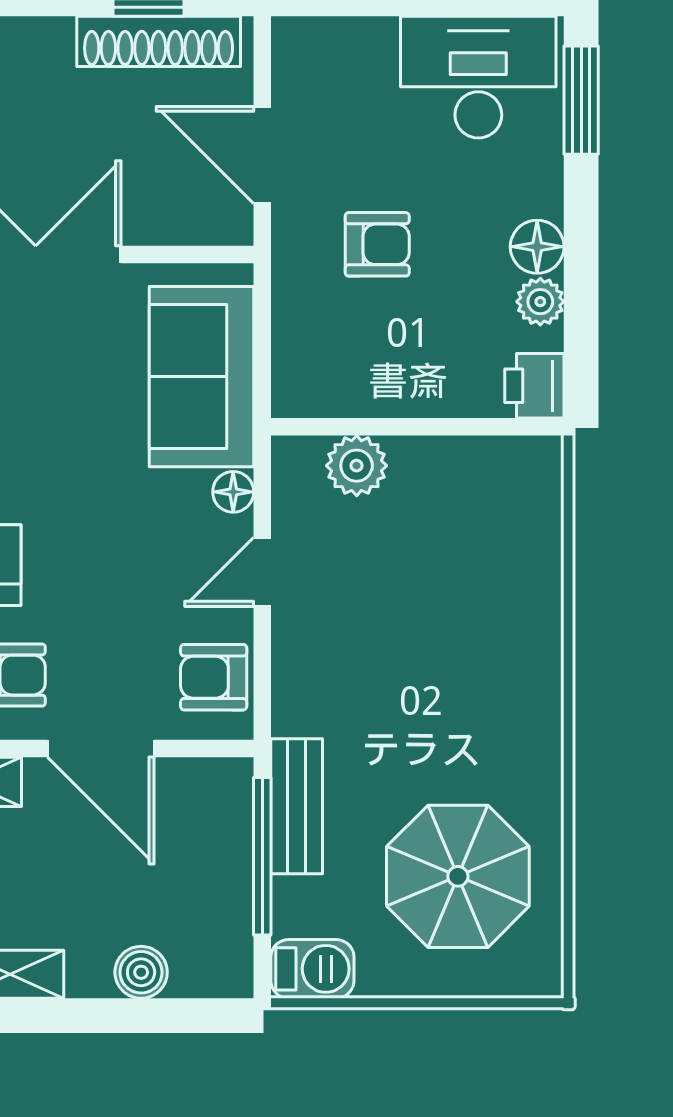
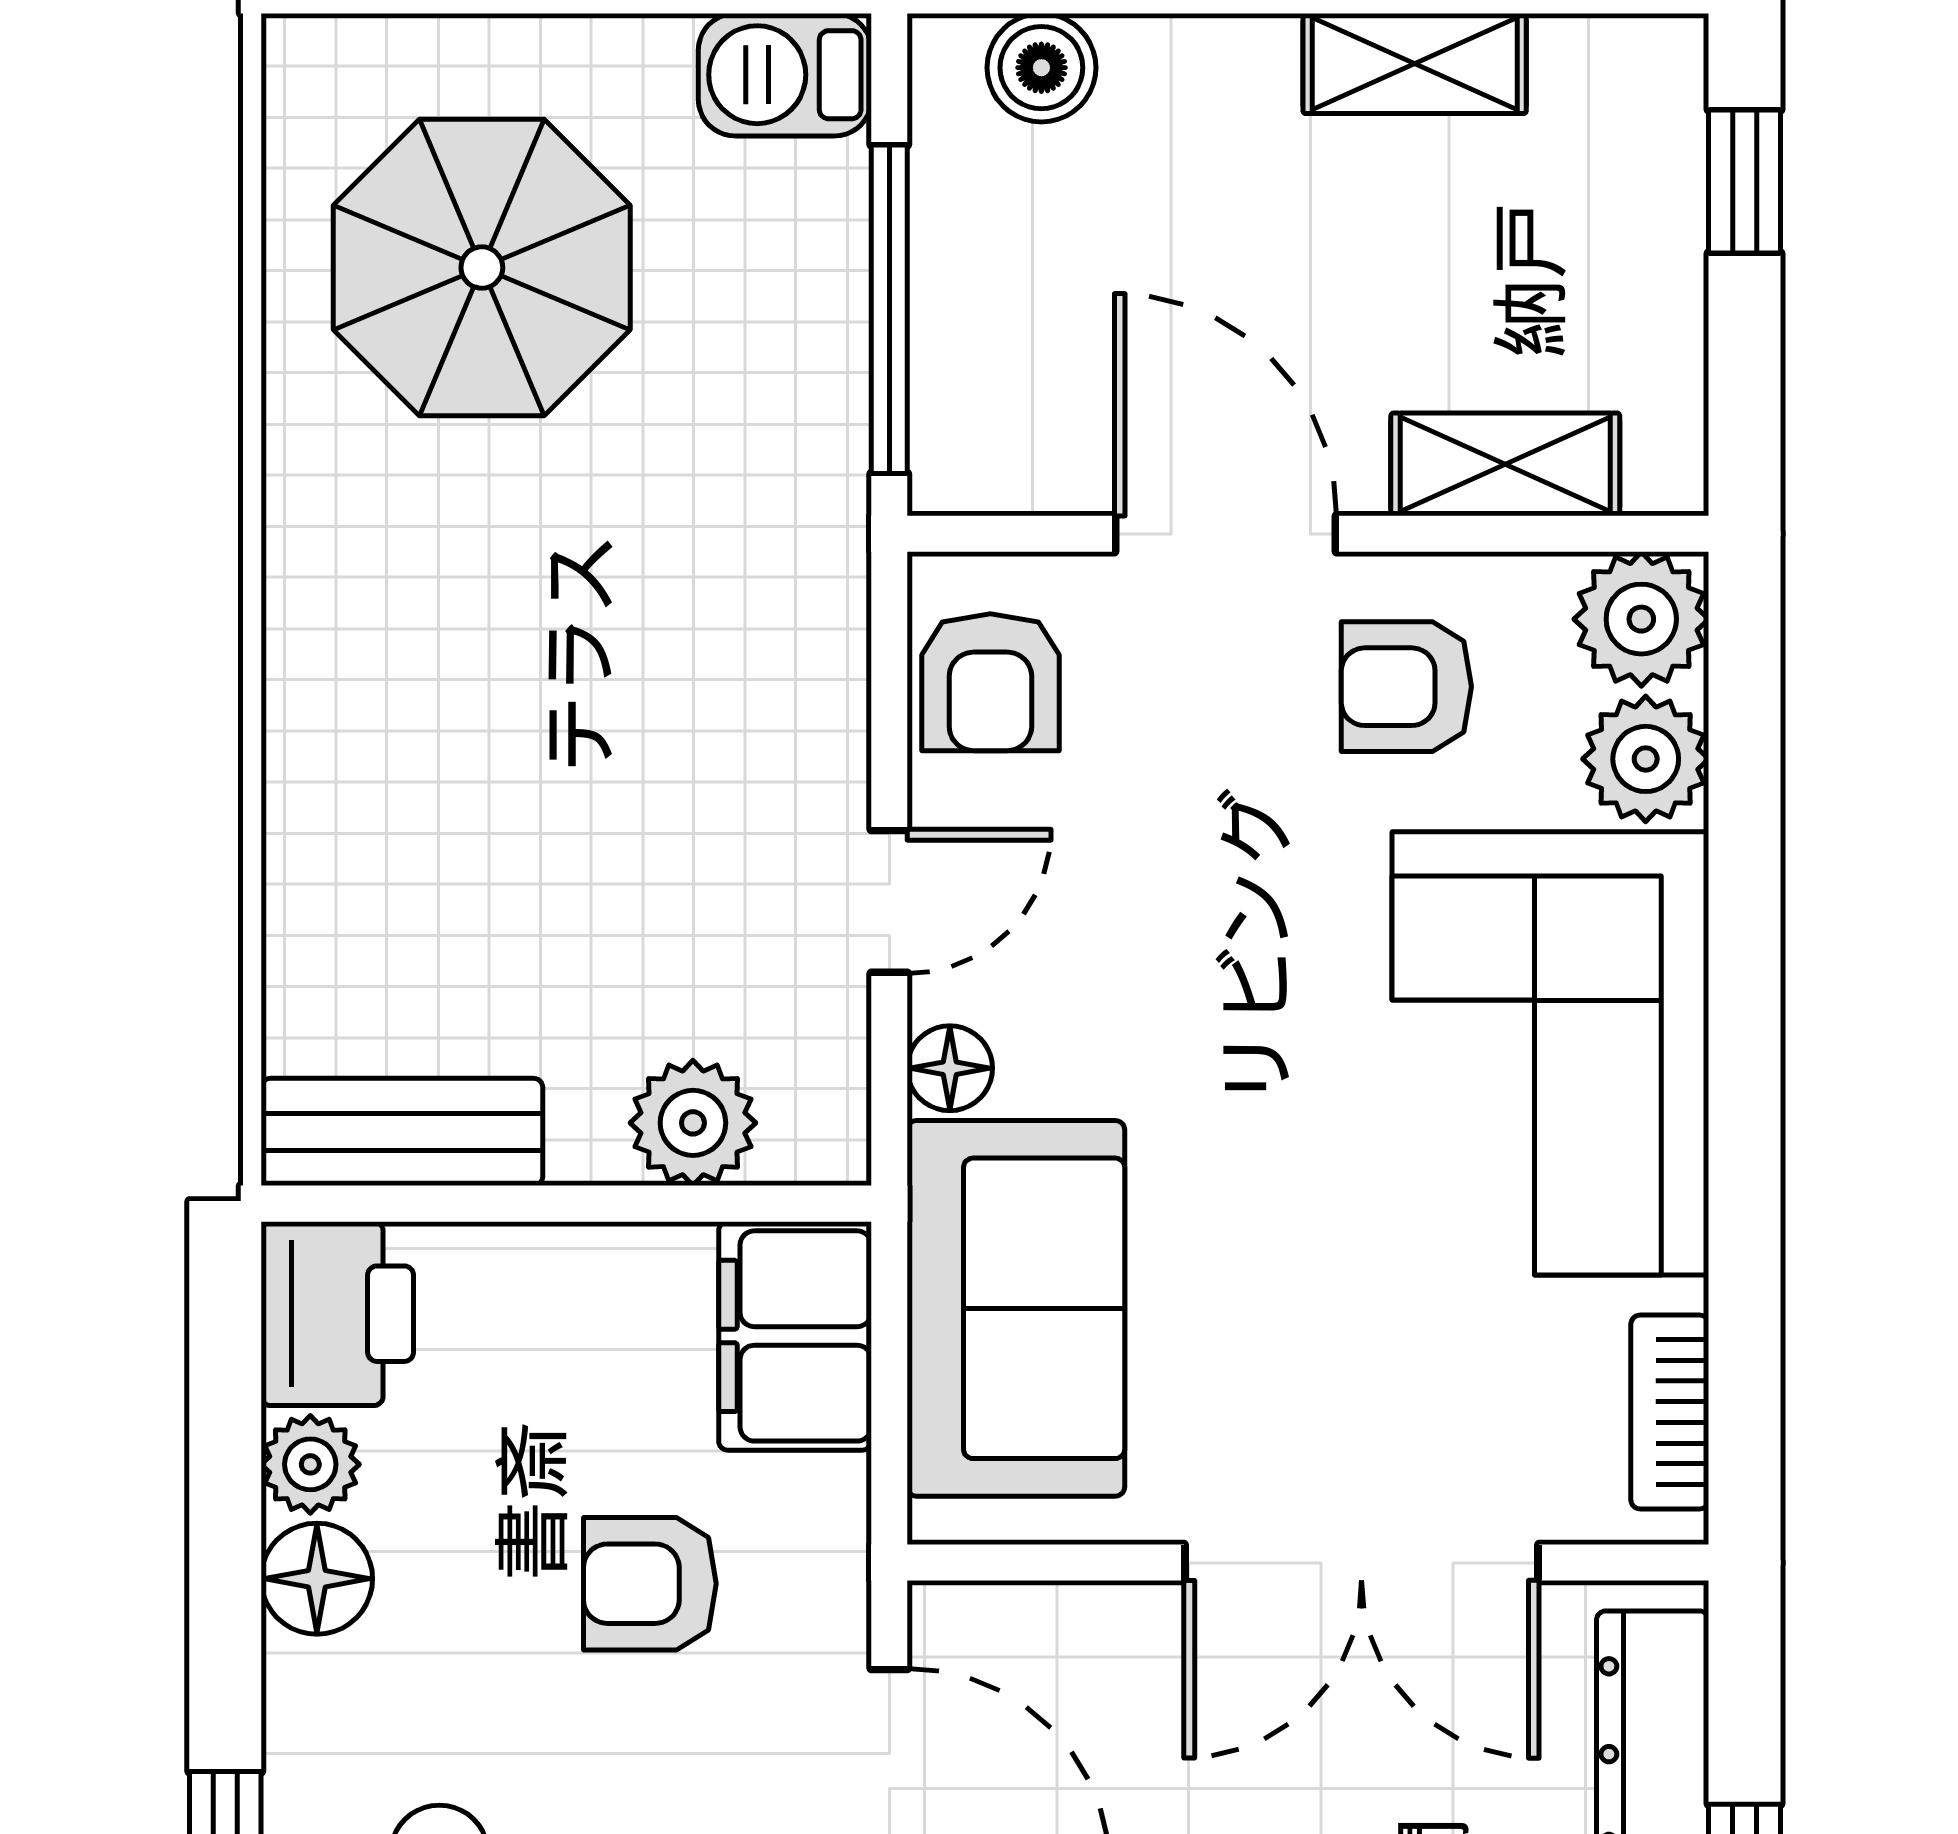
filing cabinet: (308, 363) -> (795, 1336), added
printer: (534, 386) -> (337, 1314), width x1.36, depth x1.24
armchair: (214, 677) -> (990, 682), turned 90
bench: (297, 806) -> (402, 1132), moved, turned 90
boiler: (141, 972) -> (1041, 68), moved

